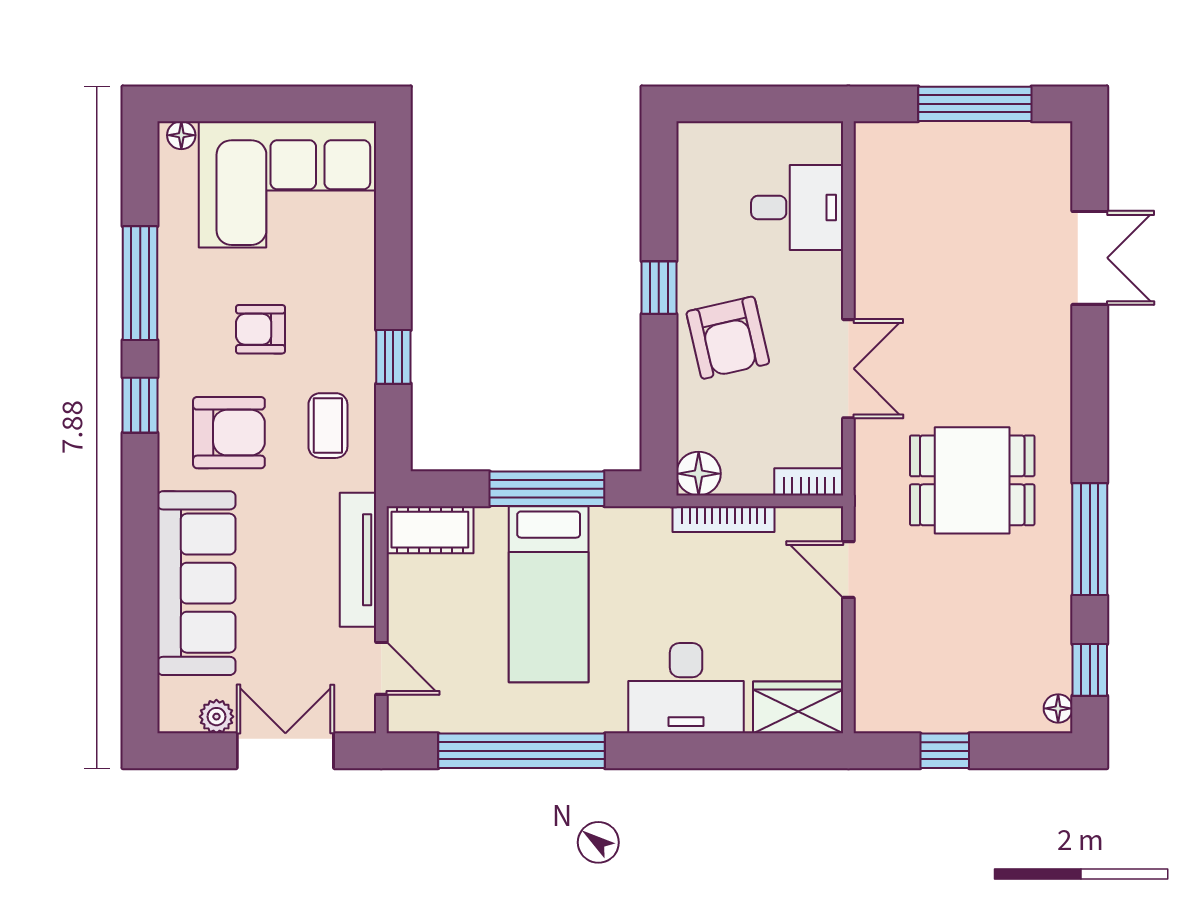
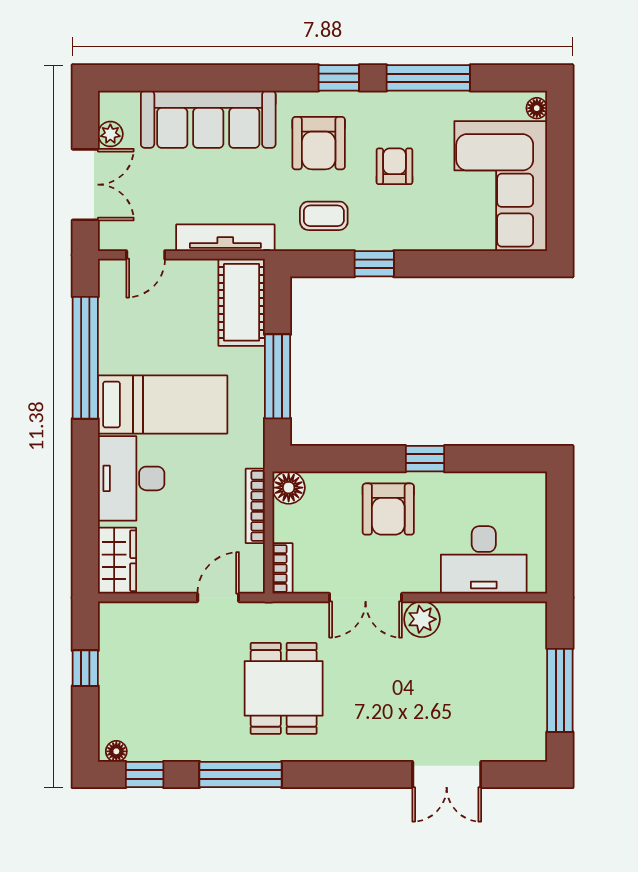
desk: (797, 208) -> (484, 560), width x1.37
plant: (878, 292) -> (422, 619), added
armchair: (728, 338) -> (388, 509), turned -77
cot: (430, 530) -> (242, 302), width x1.37, depth x1.34
bed: (549, 594) -> (163, 404), moved, turned 180

